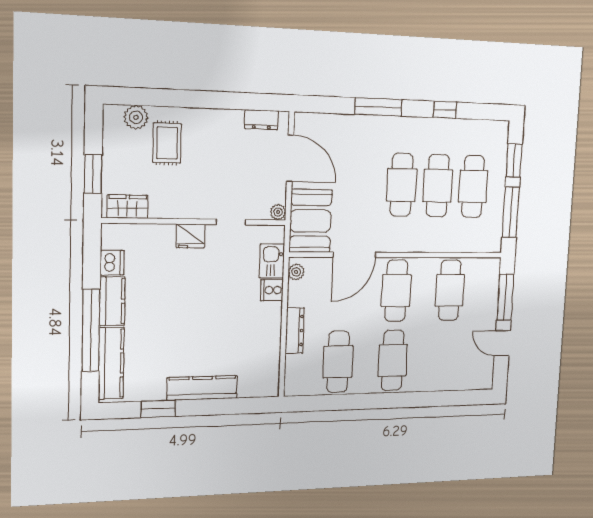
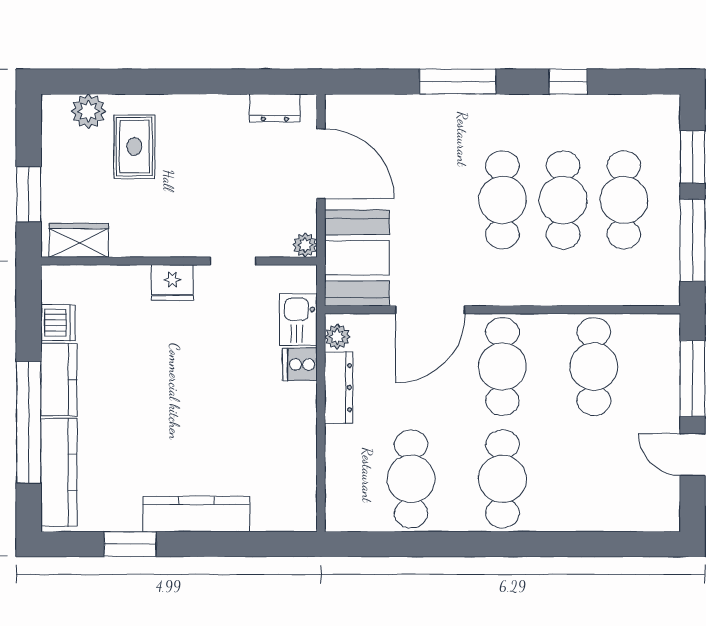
dresser: (295, 331) -> (339, 388), moved

